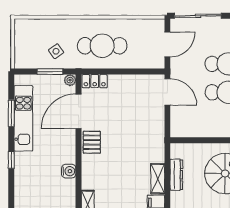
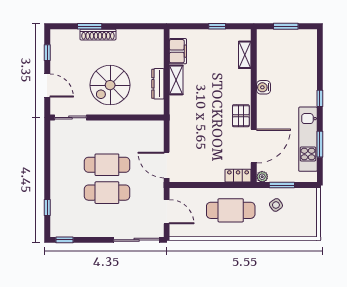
door: (167, 44) -> (167, 212), swing flipped

